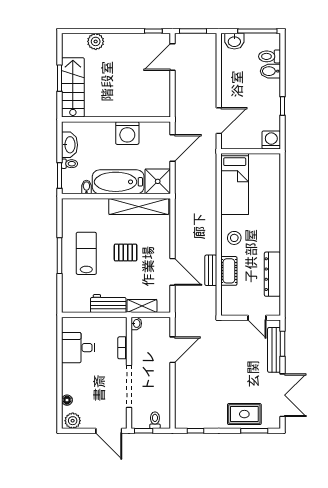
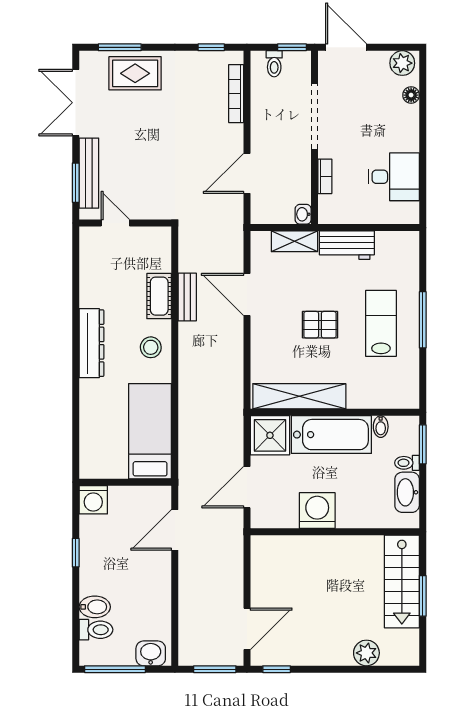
lab bench: (86, 253) -> (381, 323), turned 180
dresser: (272, 274) -> (91, 343), moved
bookcase: (179, 401) -> (236, 94), added

